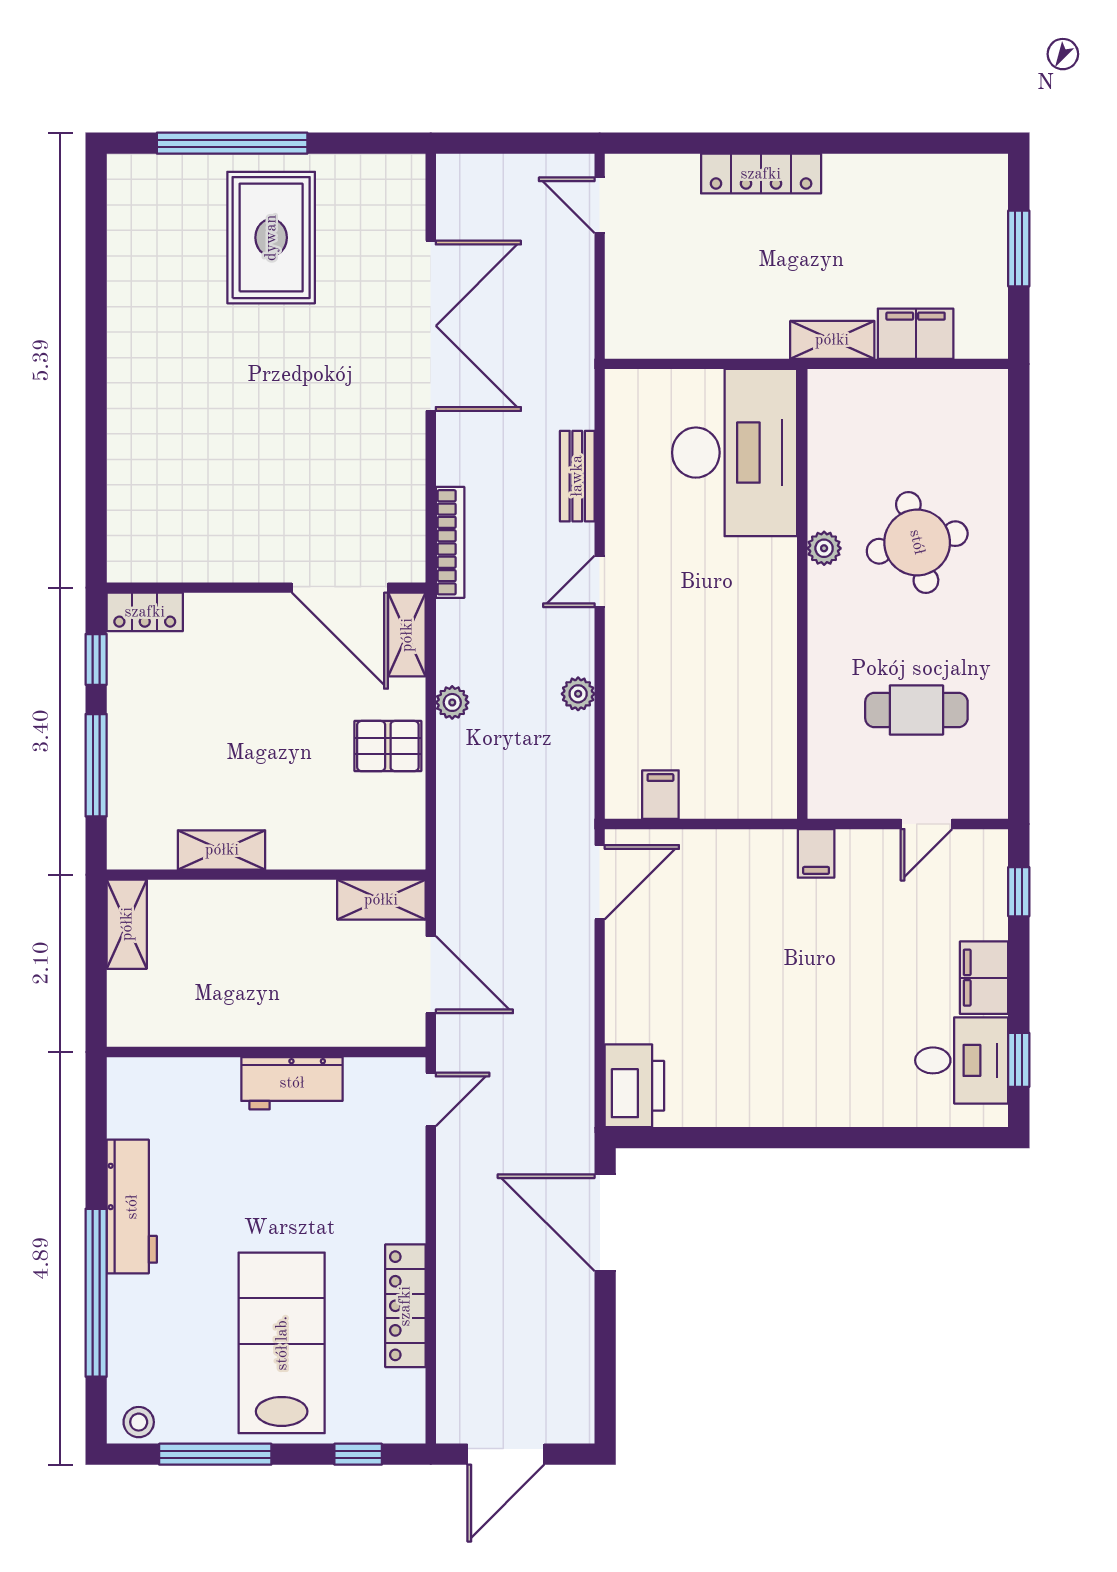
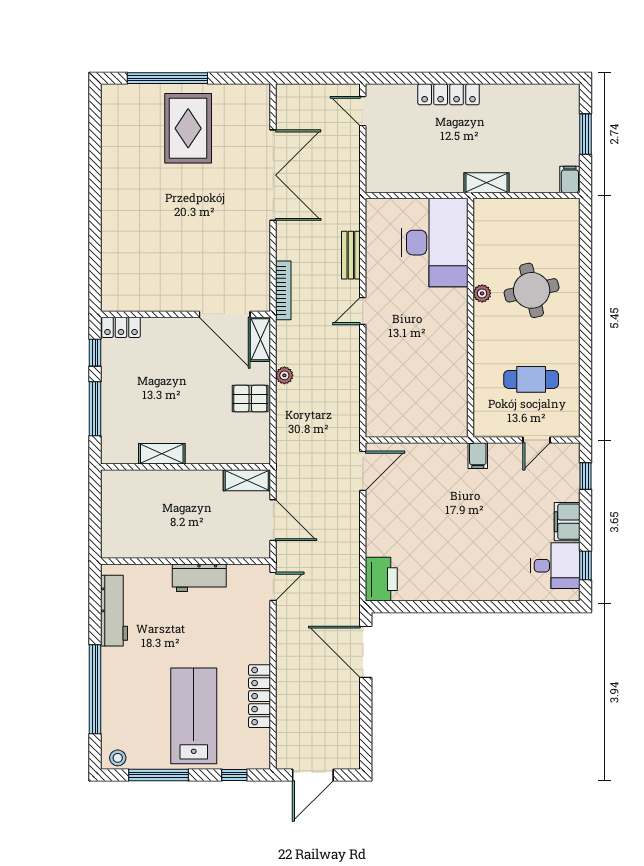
filing cabinet: (916, 334) -> (570, 179), moved, width x0.50
plant: (578, 694) -> (351, 371), removed
filing cabinet: (660, 795) -> (395, 424), removed
shelving: (127, 924) -> (111, 493), removed
workbench: (132, 1207) -> (114, 611), moved

